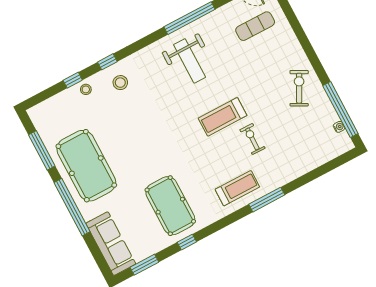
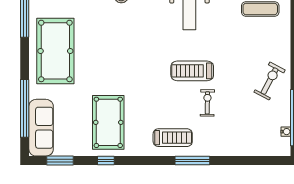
window: (72, 207) -> (25, 108), moved

